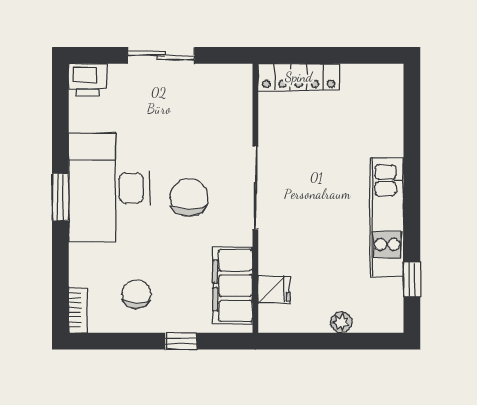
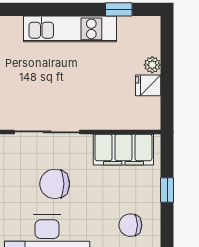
fridge: (274, 290) -> (148, 85), moved, turned -90

